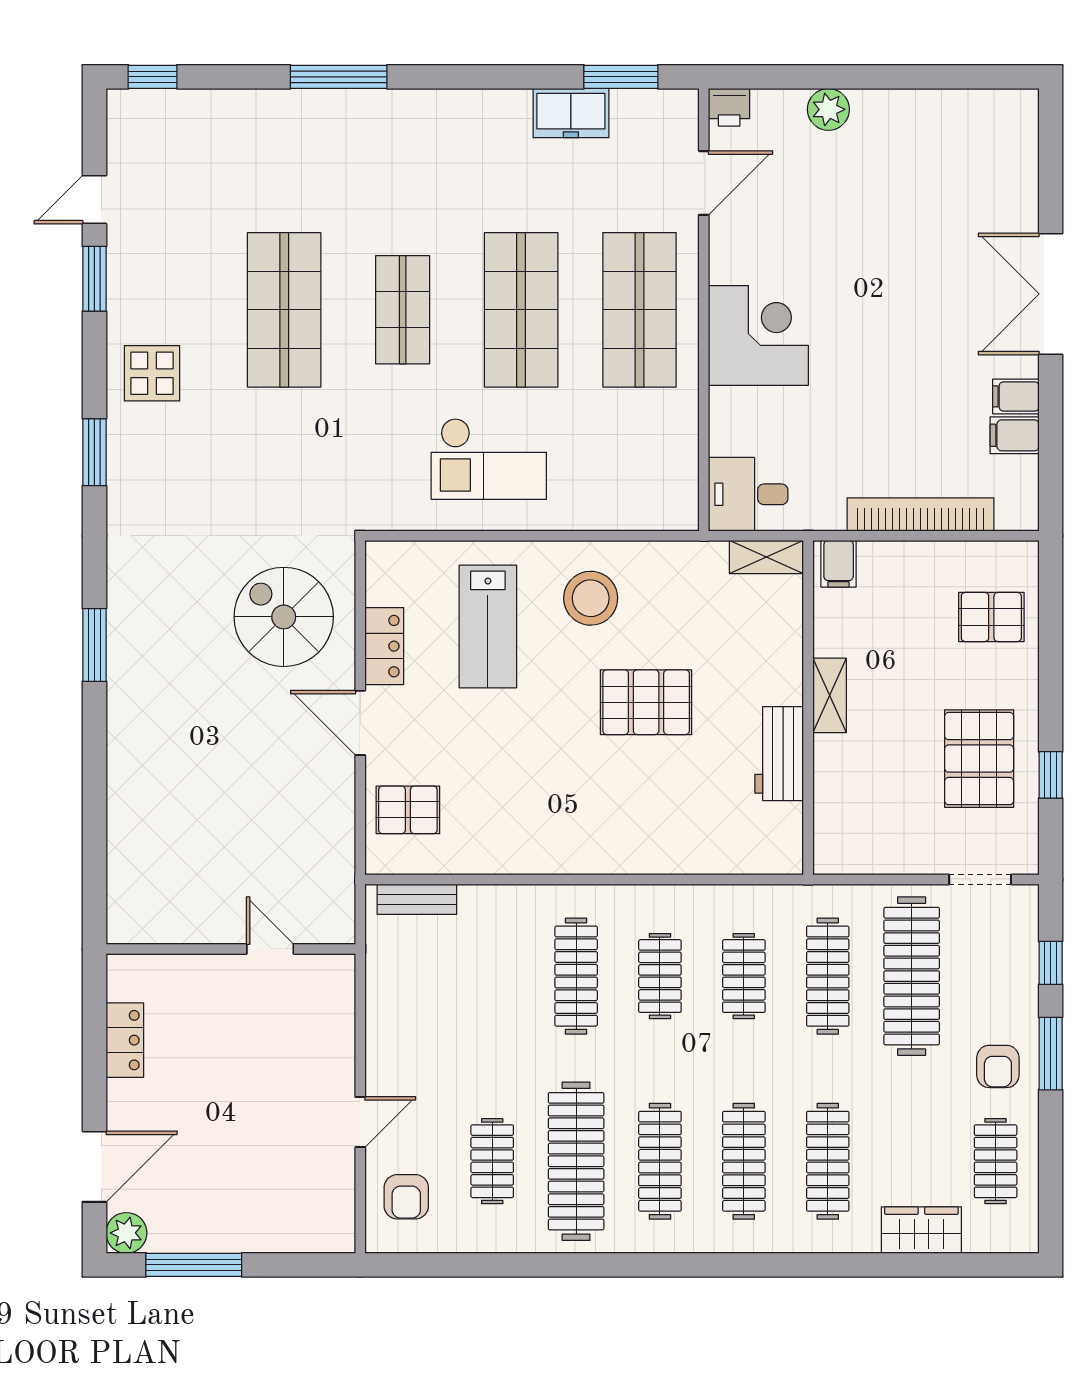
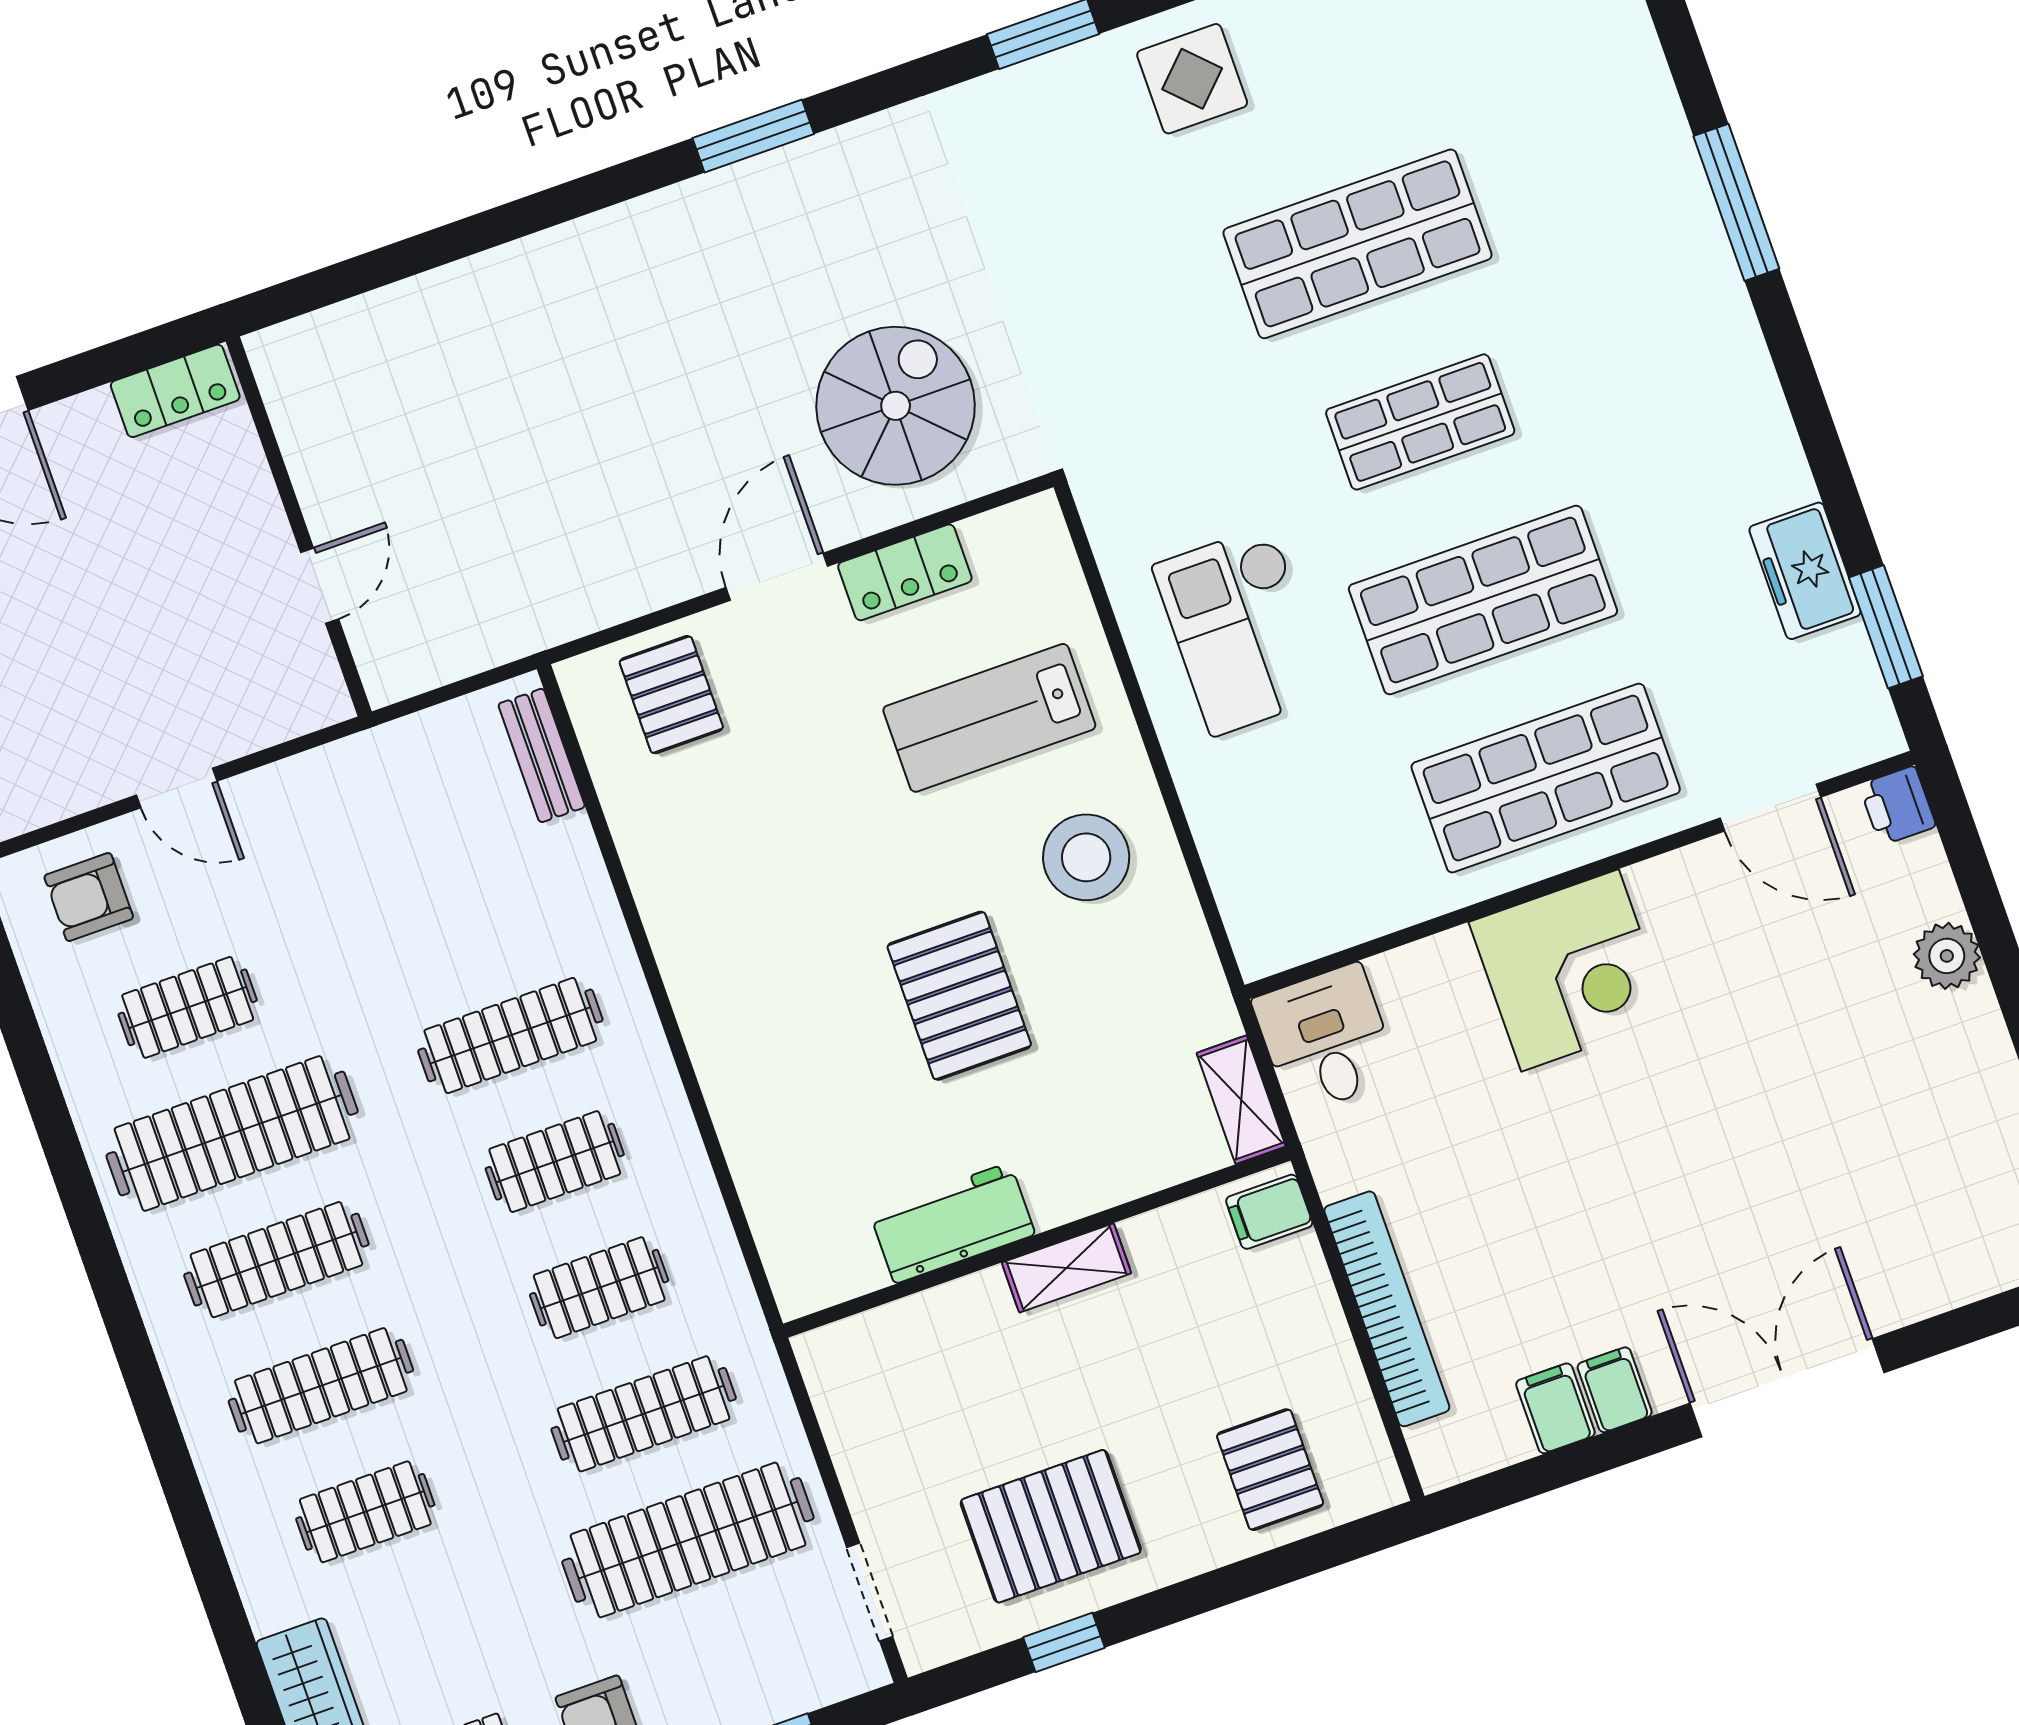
wall: (231, 949) -> (299, 526), moved
door: (270, 949) -> (320, 586), moved
clothes rail: (828, 1161) -> (365, 1512), width x0.73

